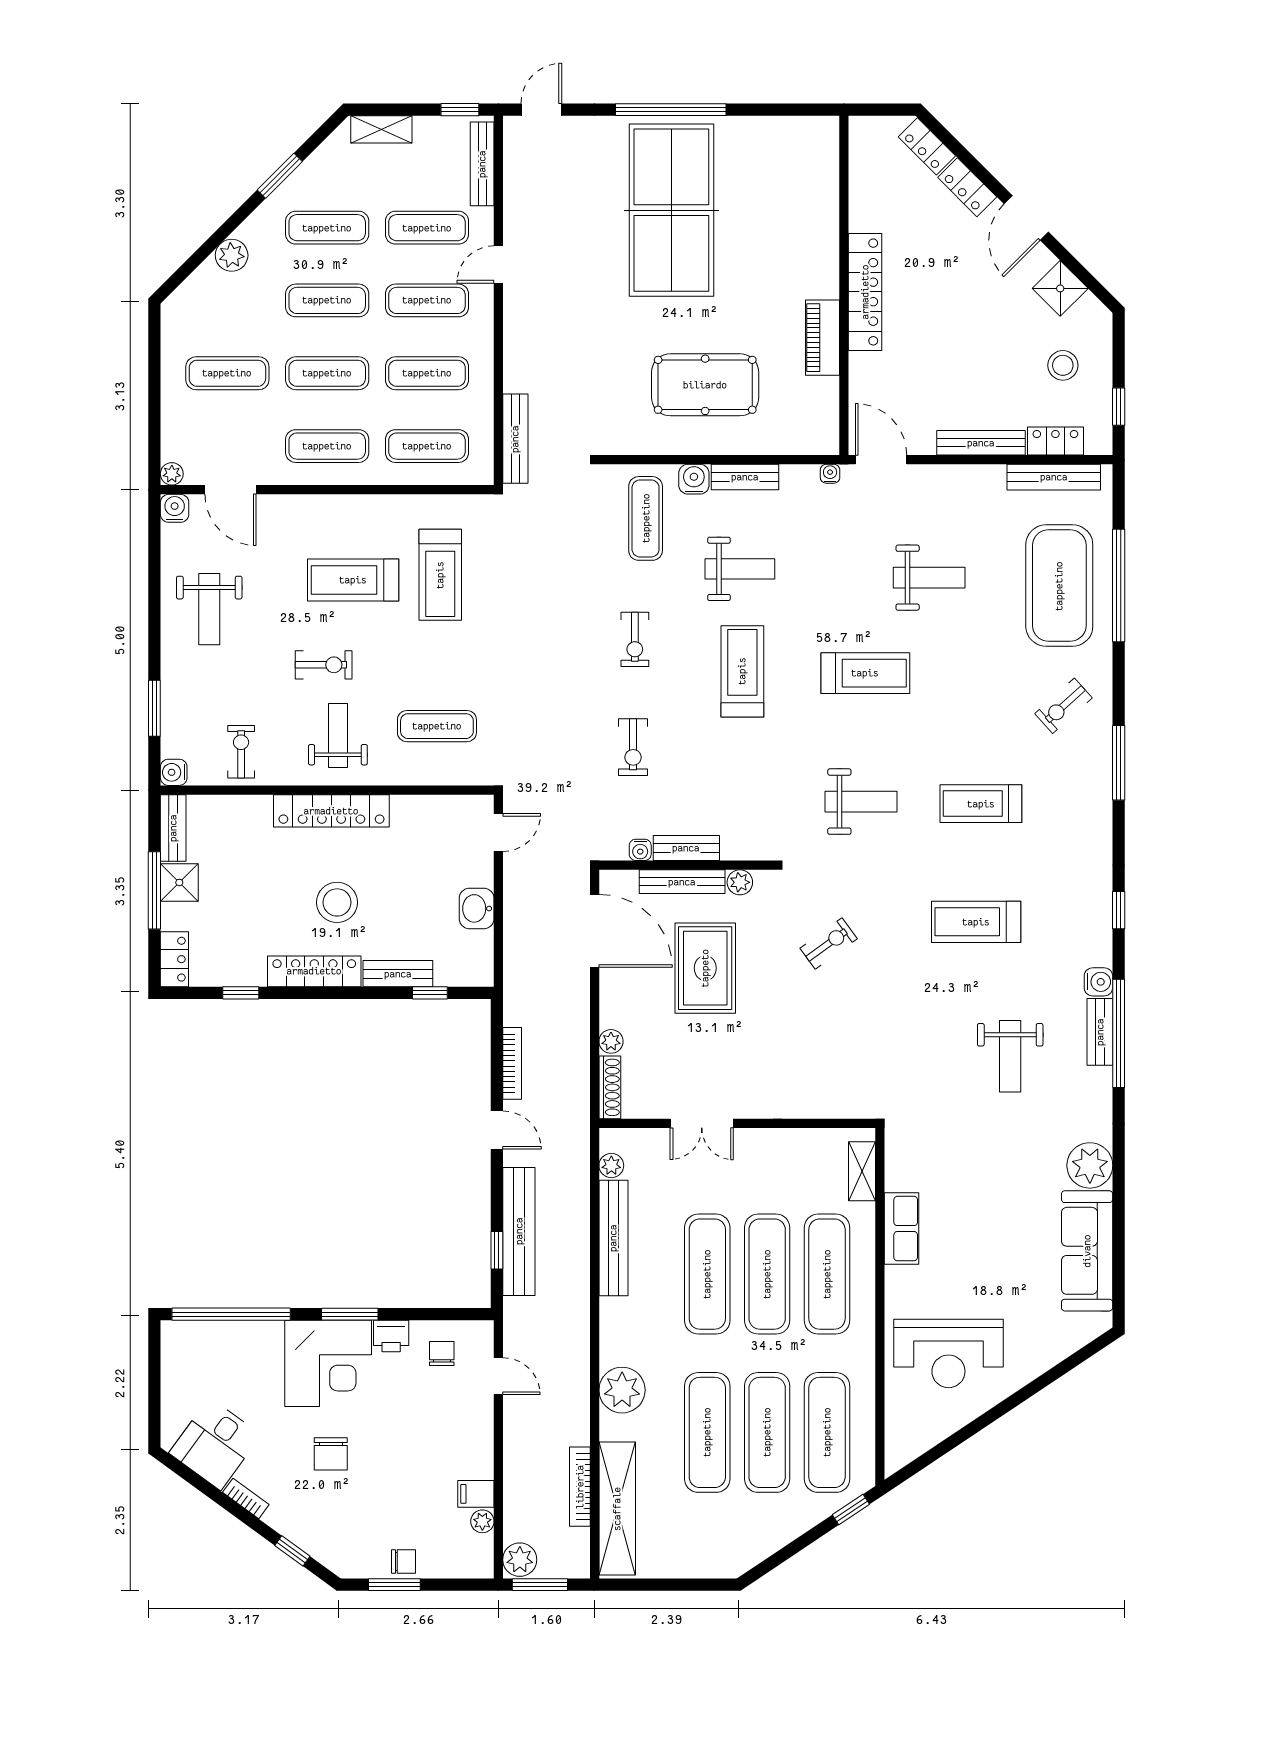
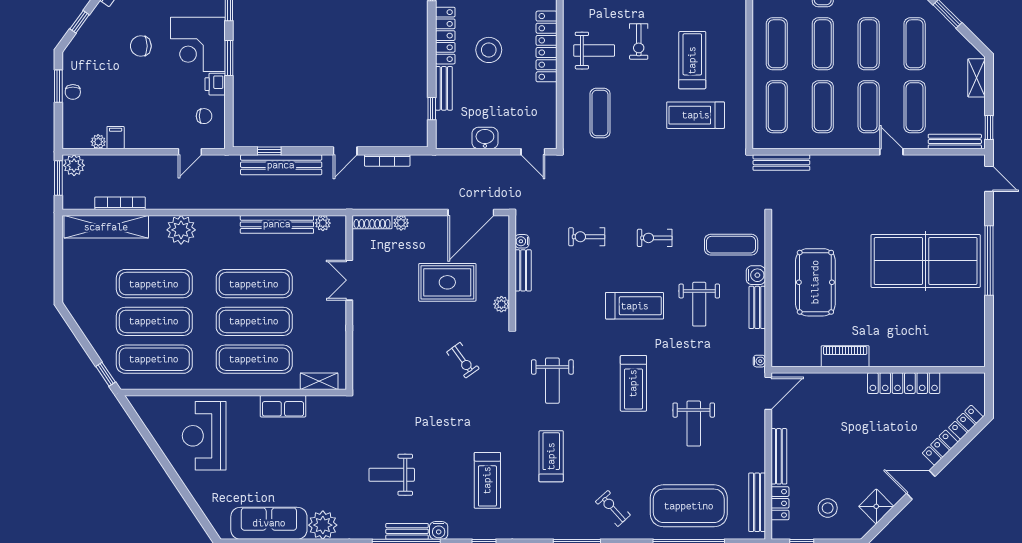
locker: (865, 292) -> (904, 383), moved
bench: (682, 882) -> (502, 268), removed
treadmill: (976, 922) -> (487, 480), moved, turned 180

